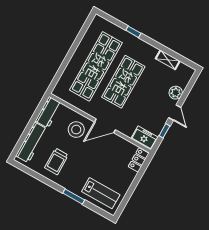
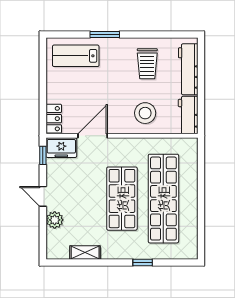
door: (105, 126) -> (93, 136), moved
window: (164, 131) -> (43, 155), moved
trolley: (56, 161) -> (147, 64), turned 180

